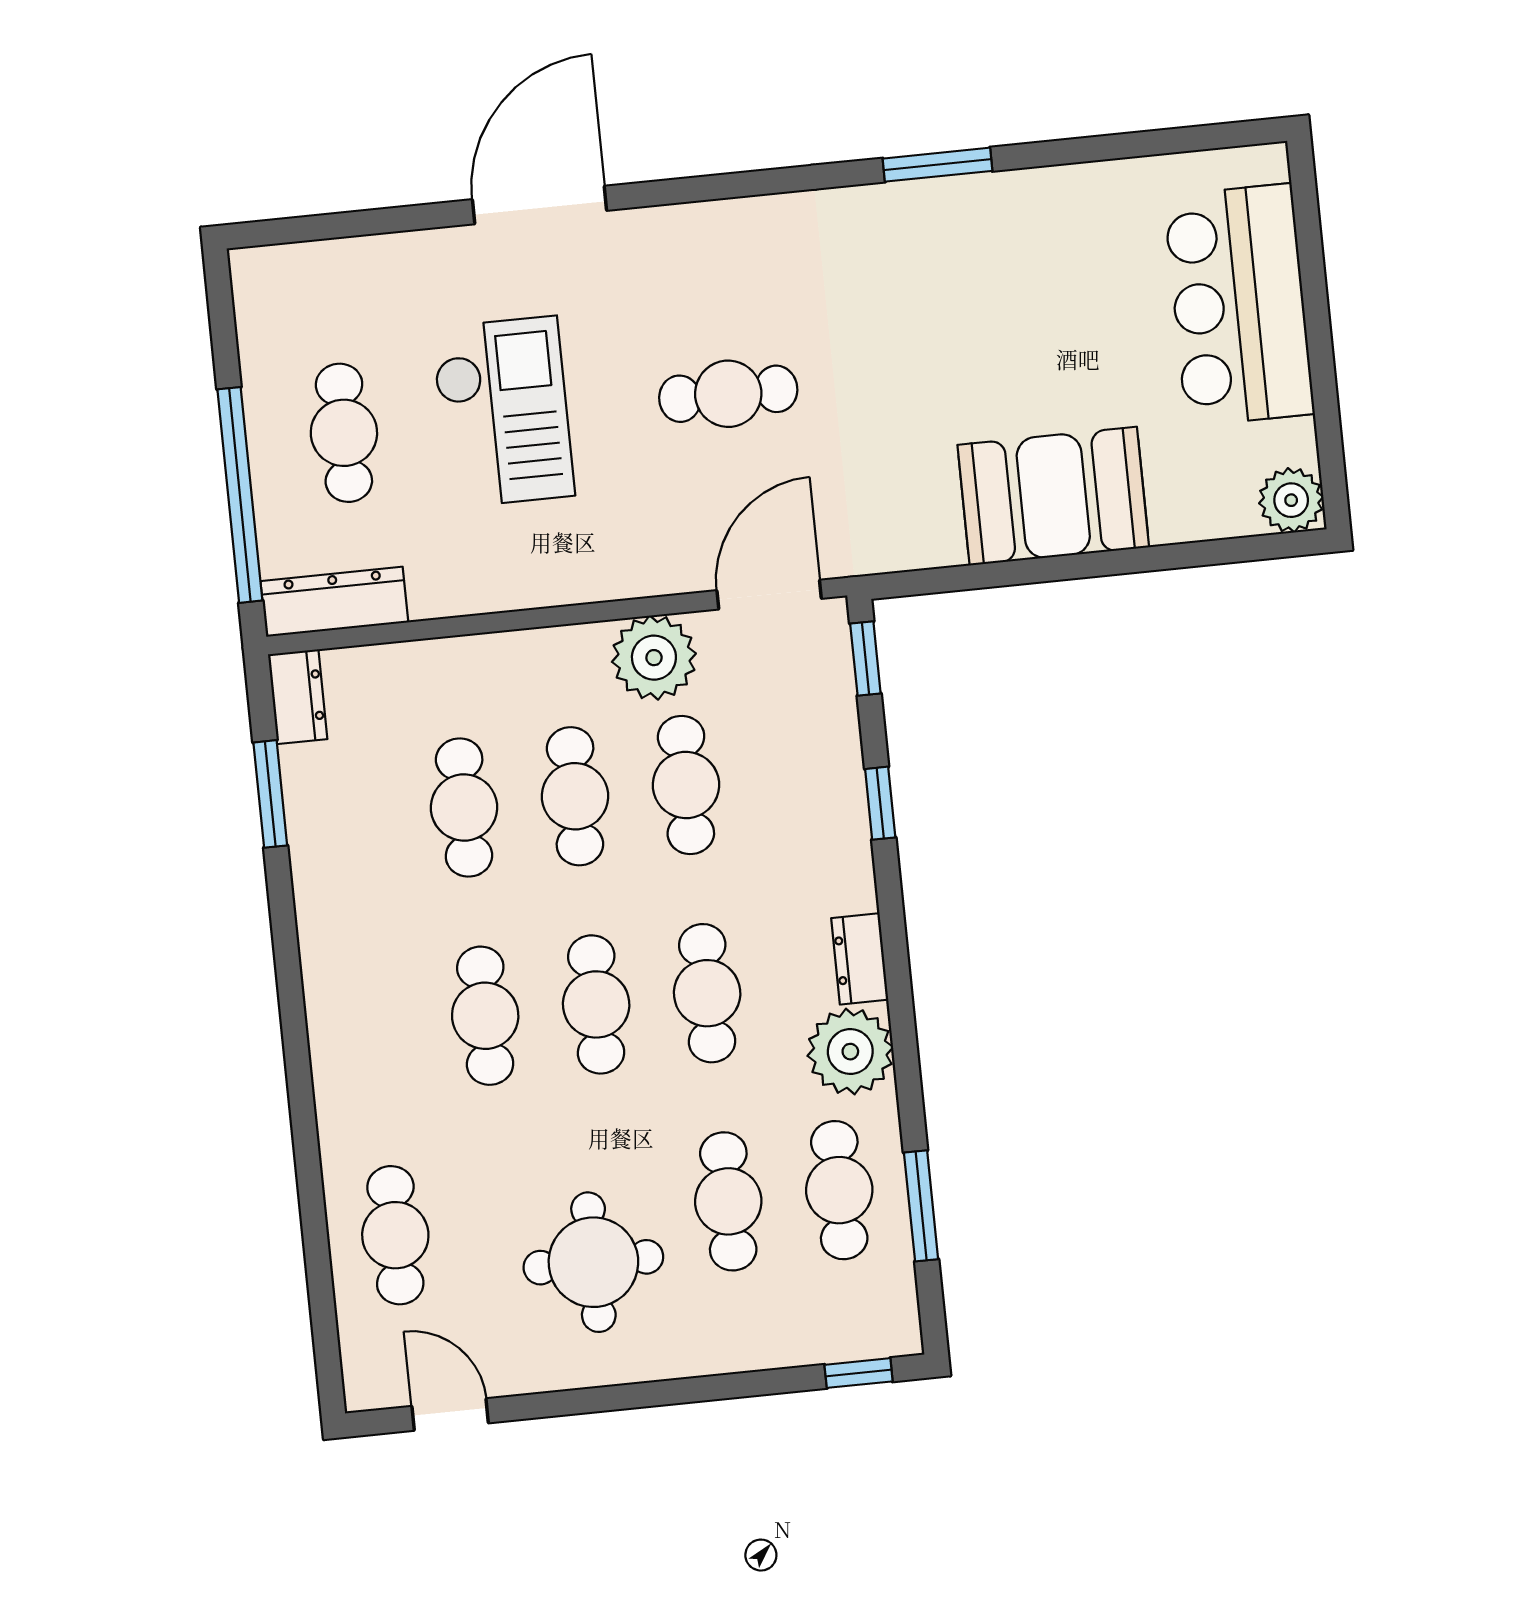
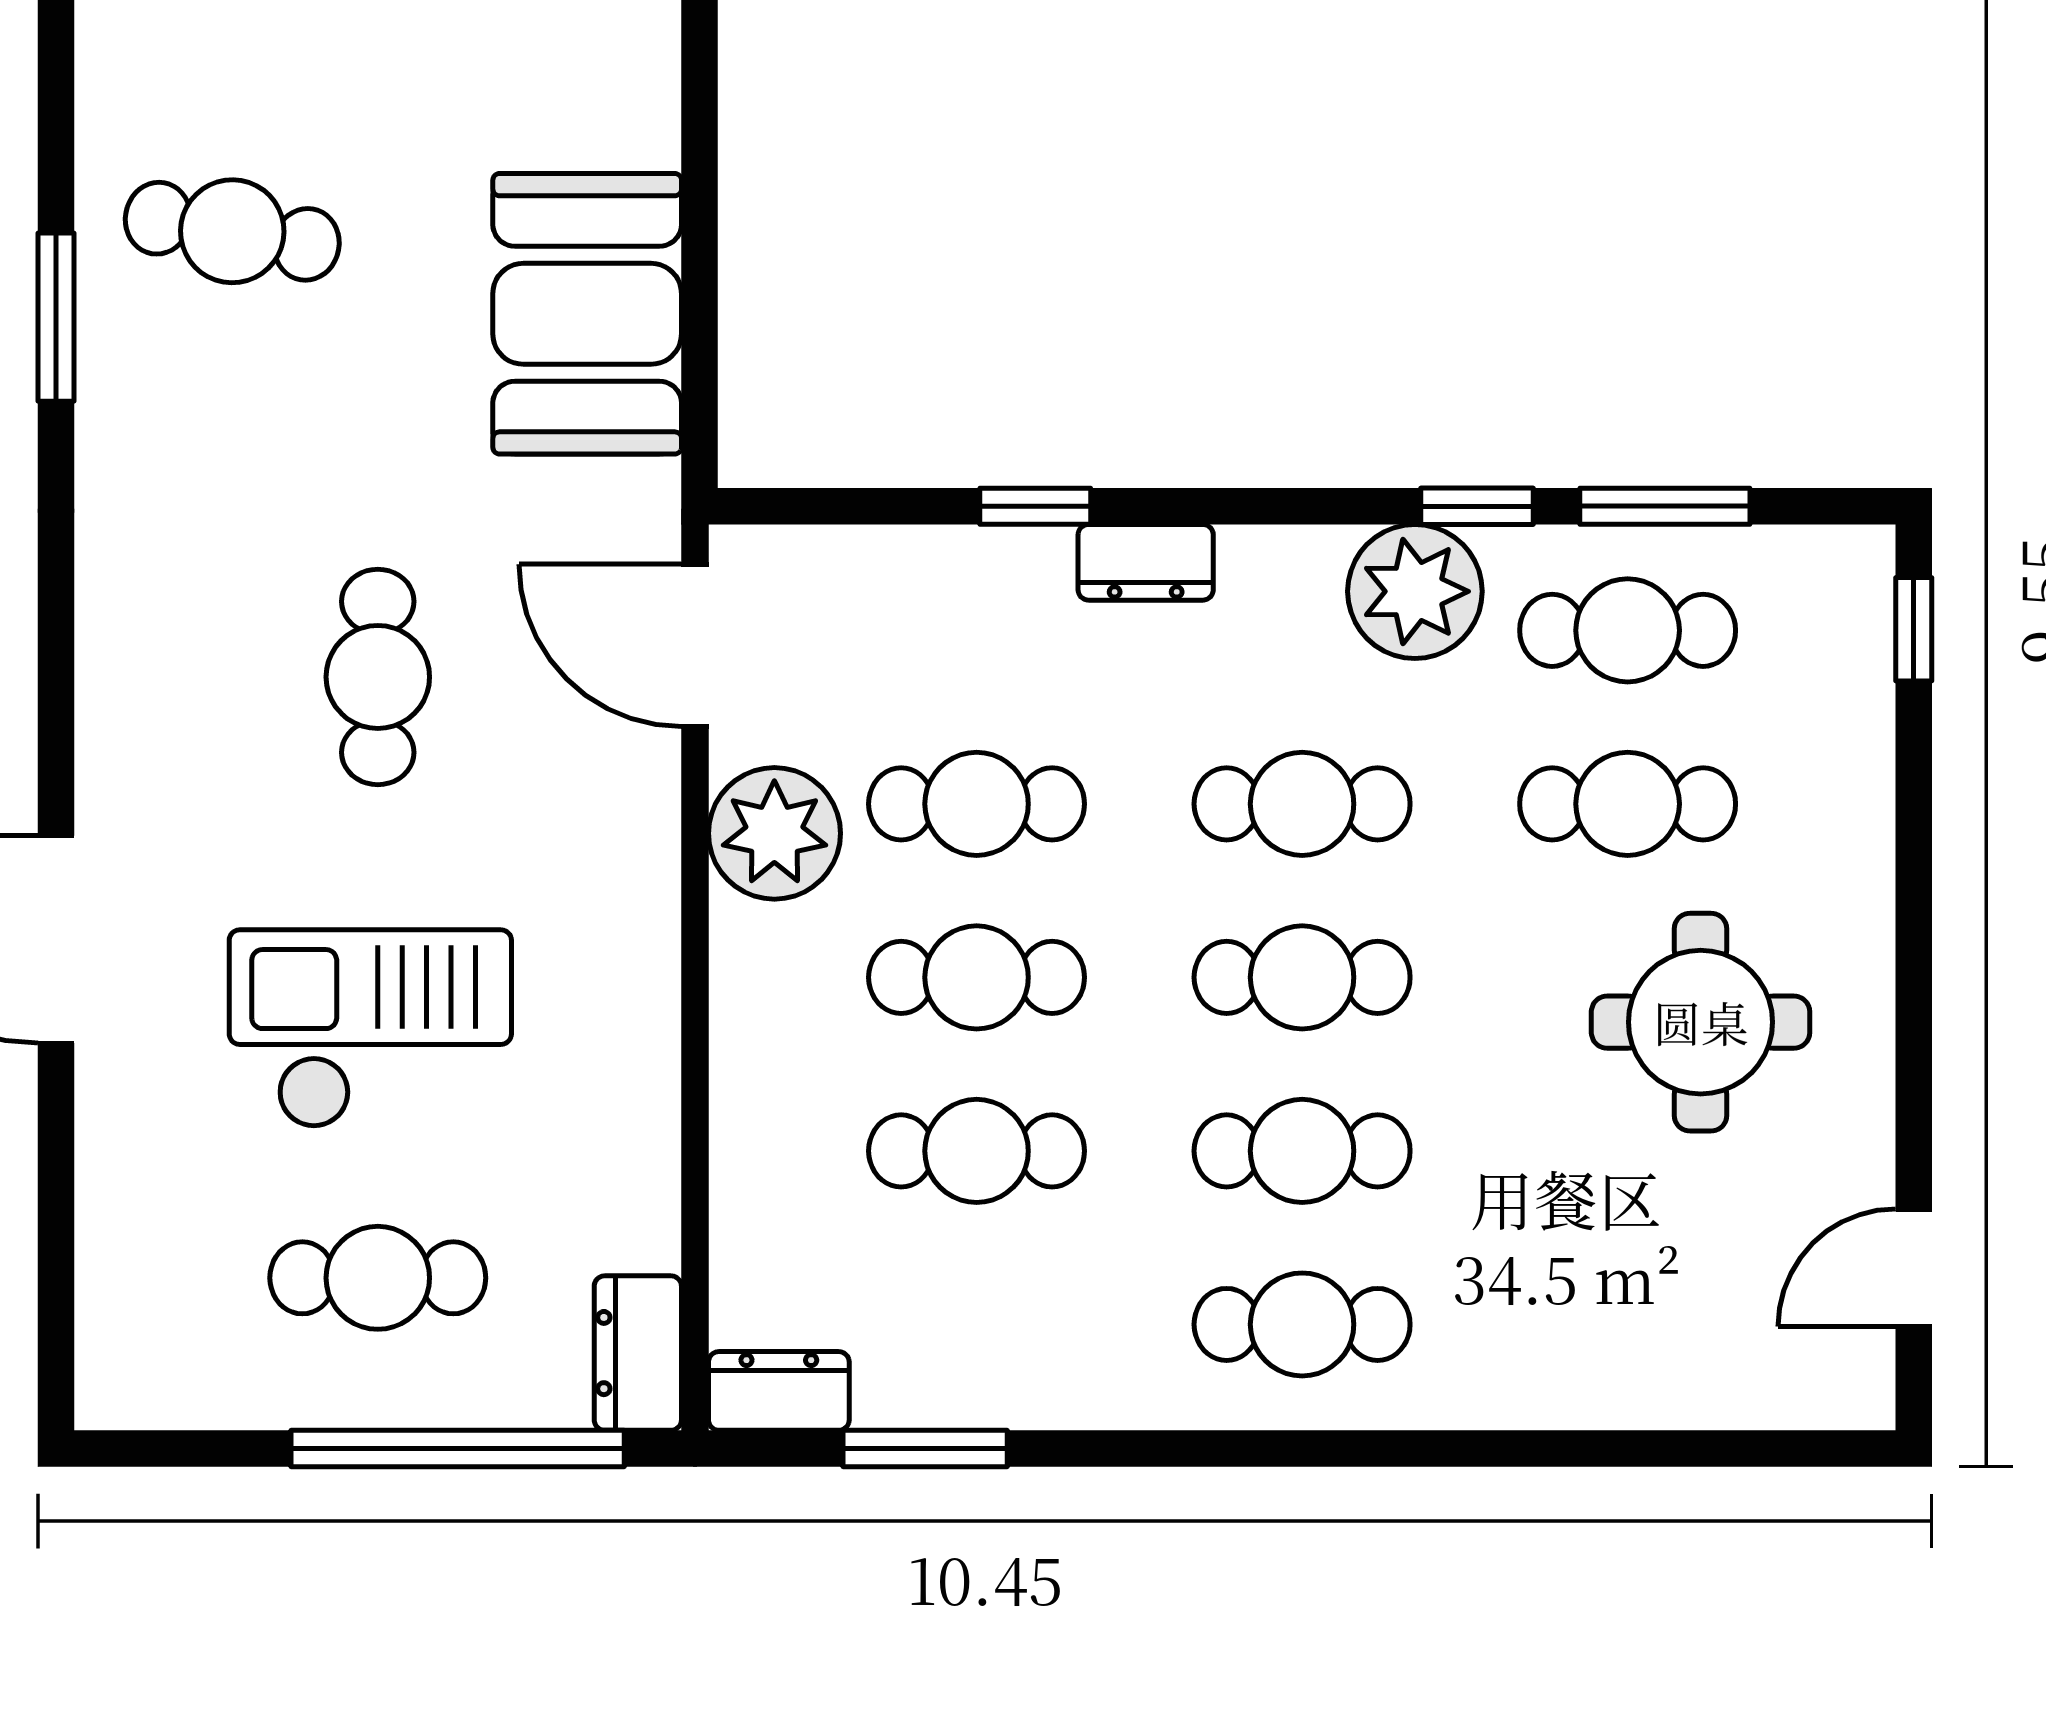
cafe table: (1004, 272) -> (232, 231), added
booth: (1053, 496) -> (587, 314), moved
dresser: (334, 602) -> (638, 1353), width x0.70
window: (865, 658) -> (1477, 506), moved
dresser: (860, 959) -> (1146, 562), moved
cafe table: (395, 1235) -> (1302, 1324), moved

